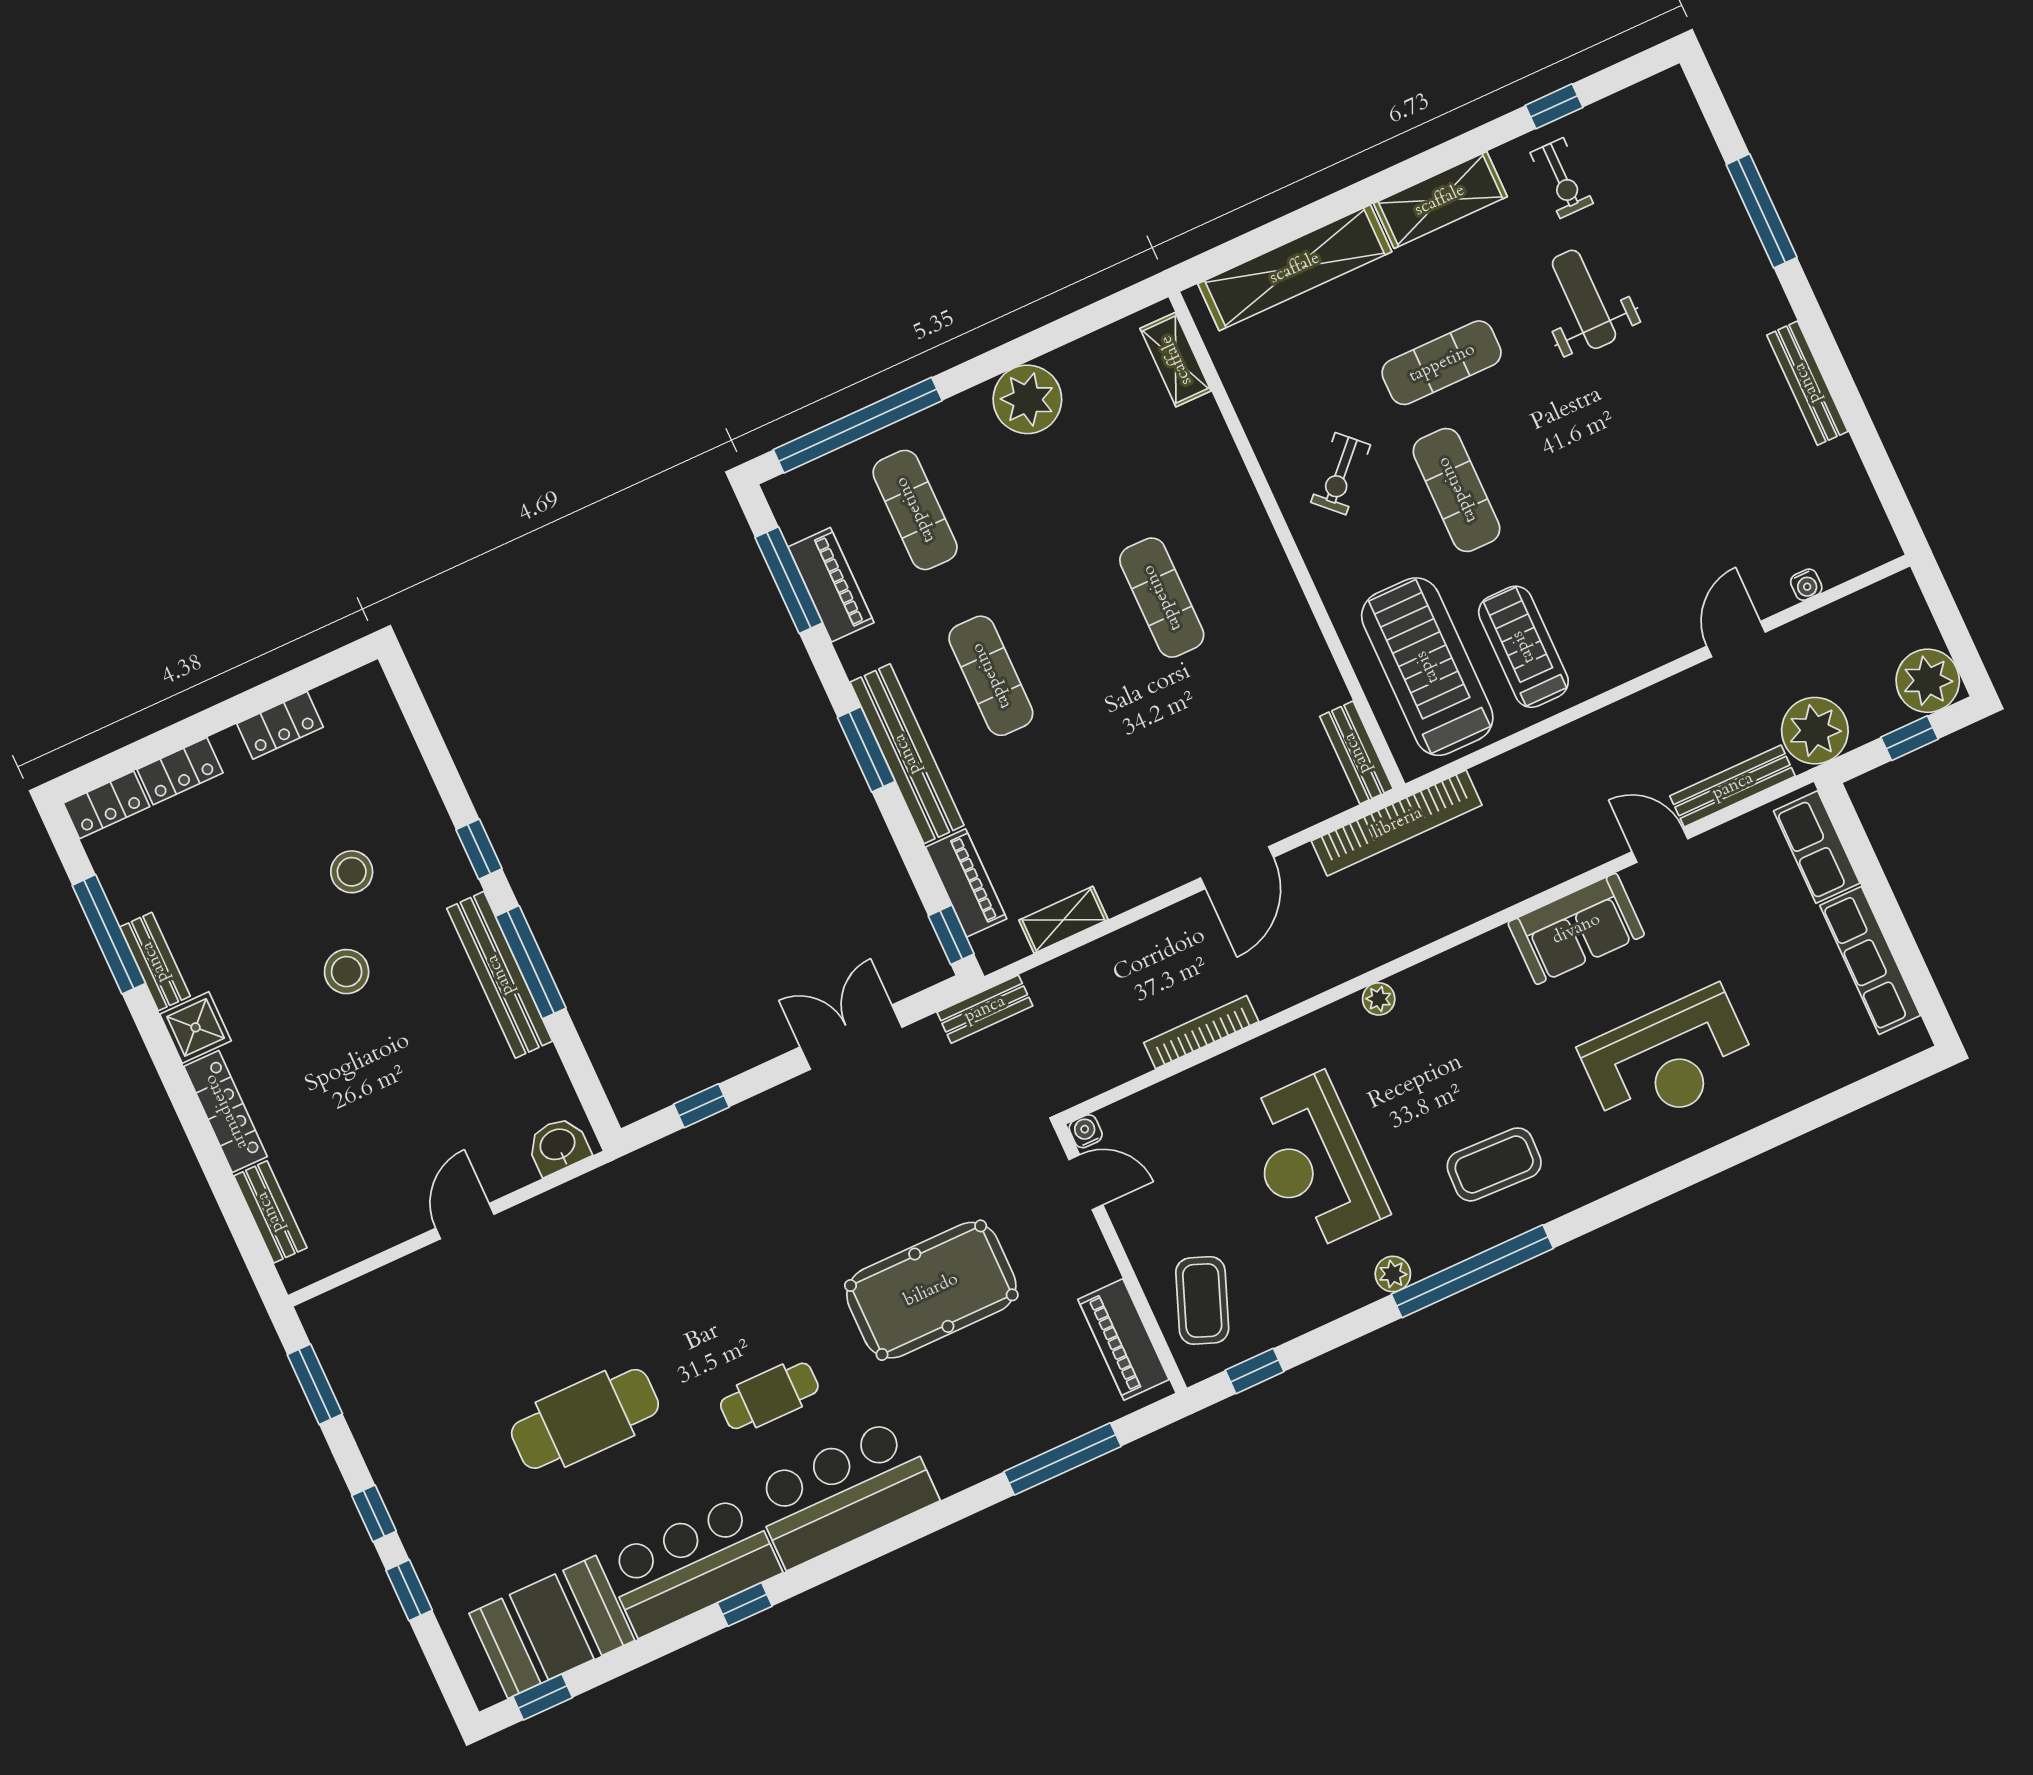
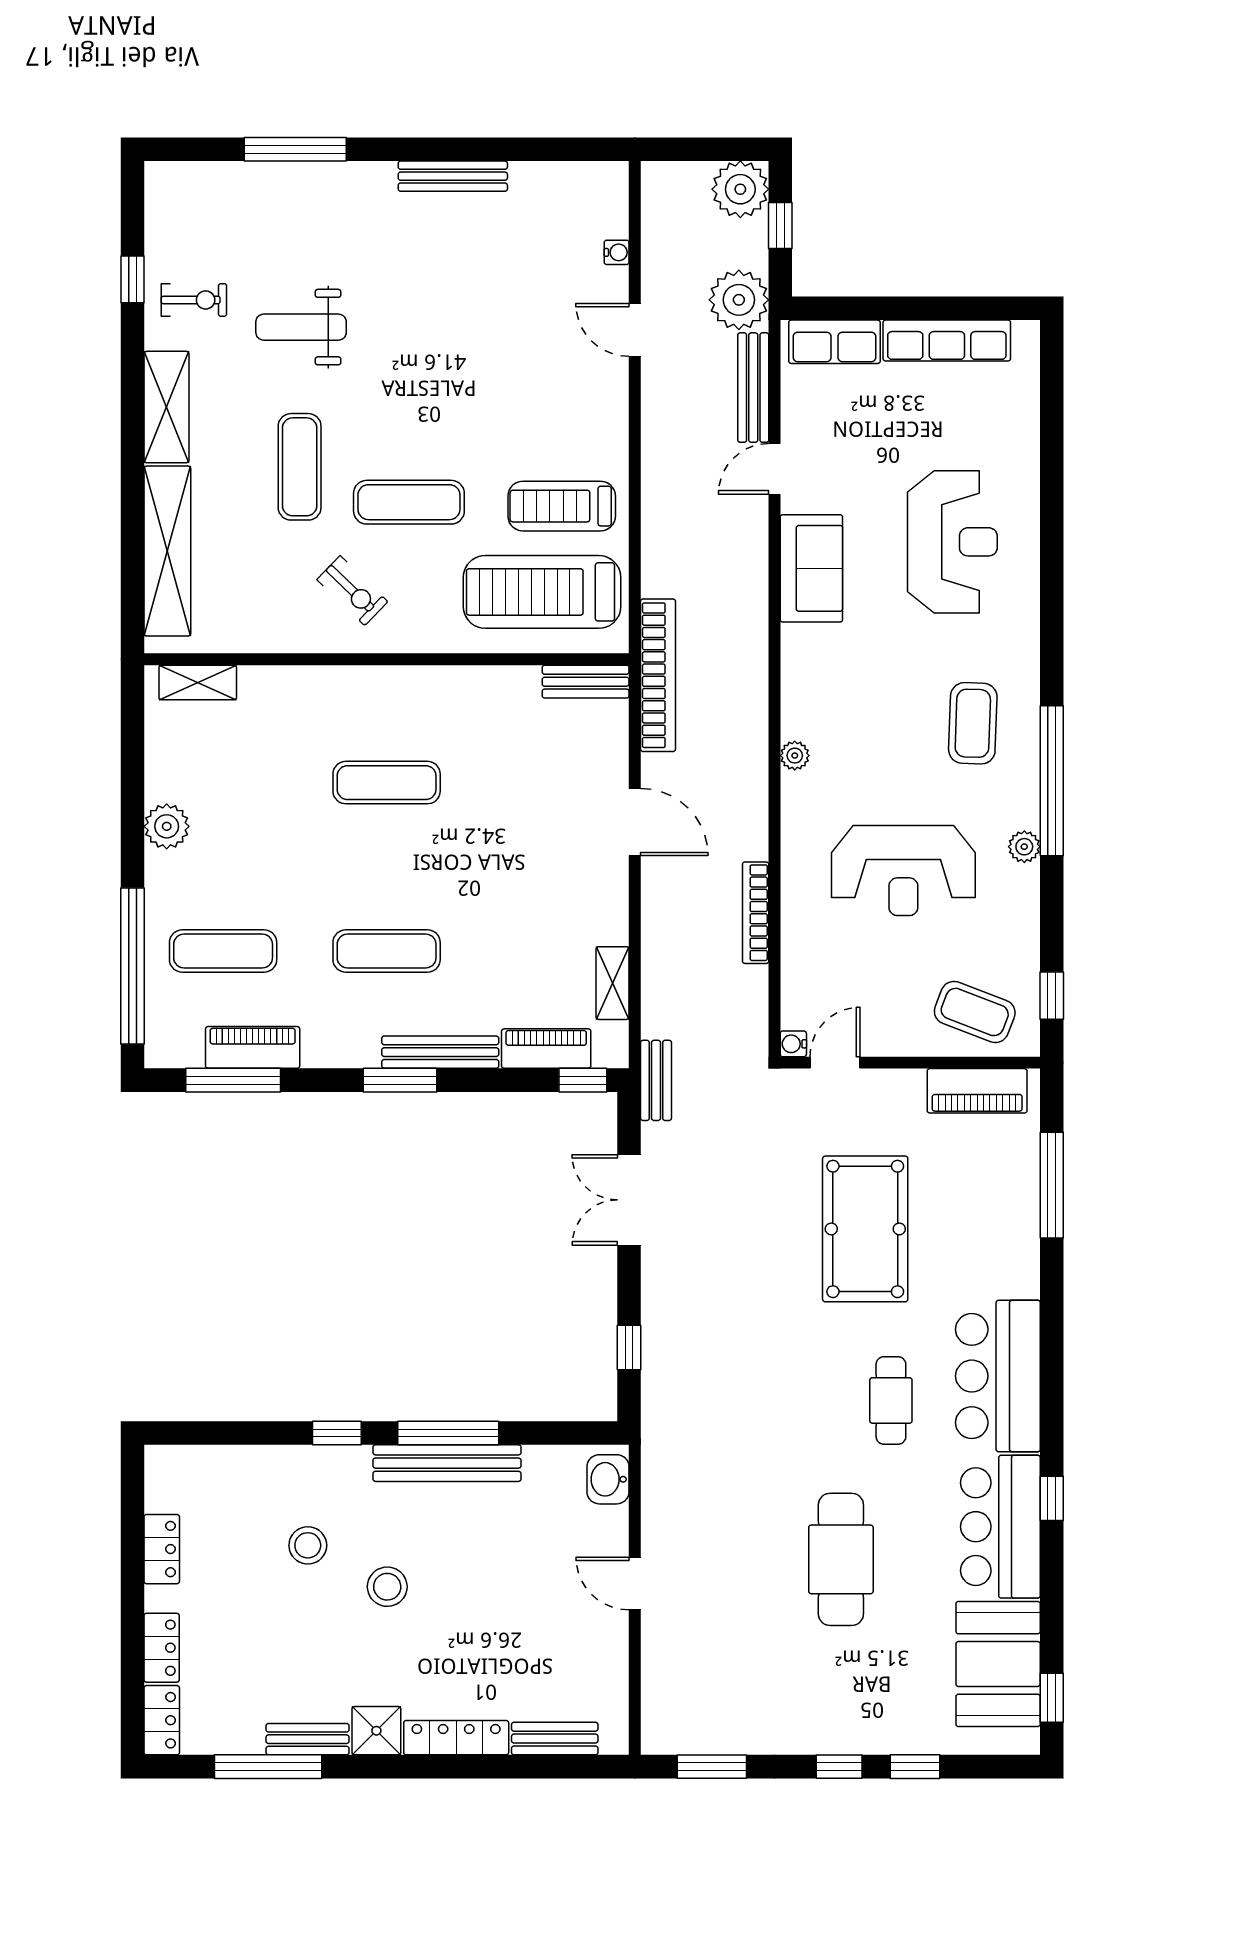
plant: (1027, 399) -> (167, 826), width x0.73, depth x0.73
bench: (907, 754) -> (440, 1052), width x0.73, depth x0.82

